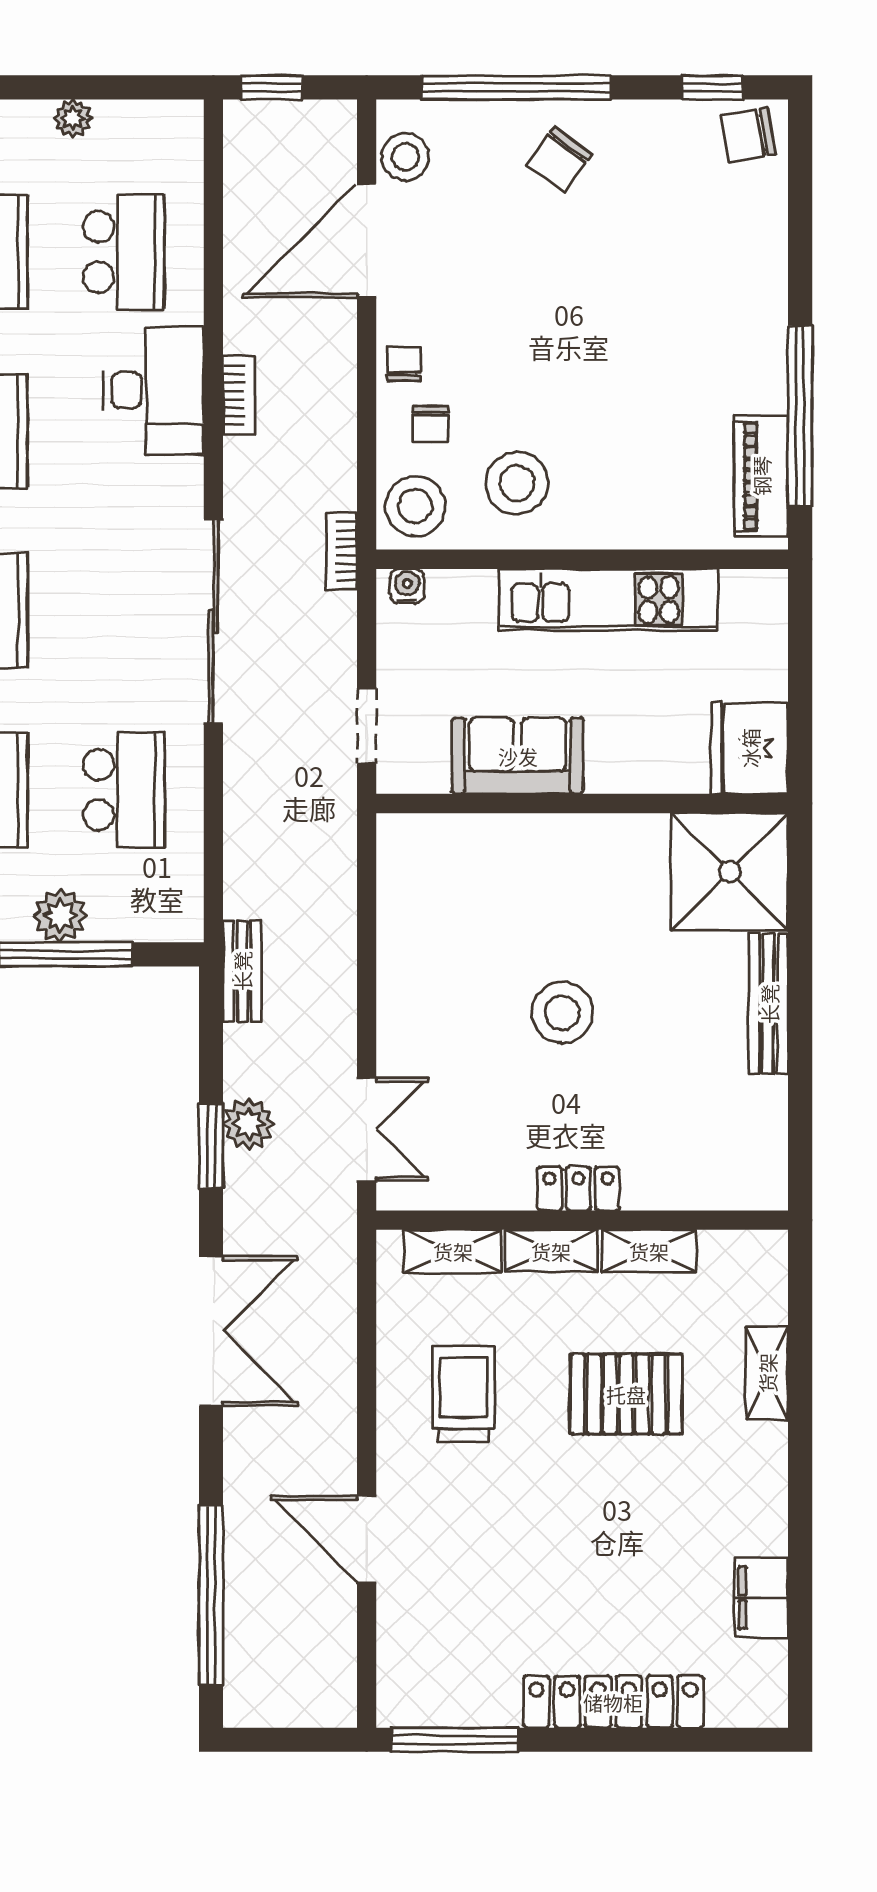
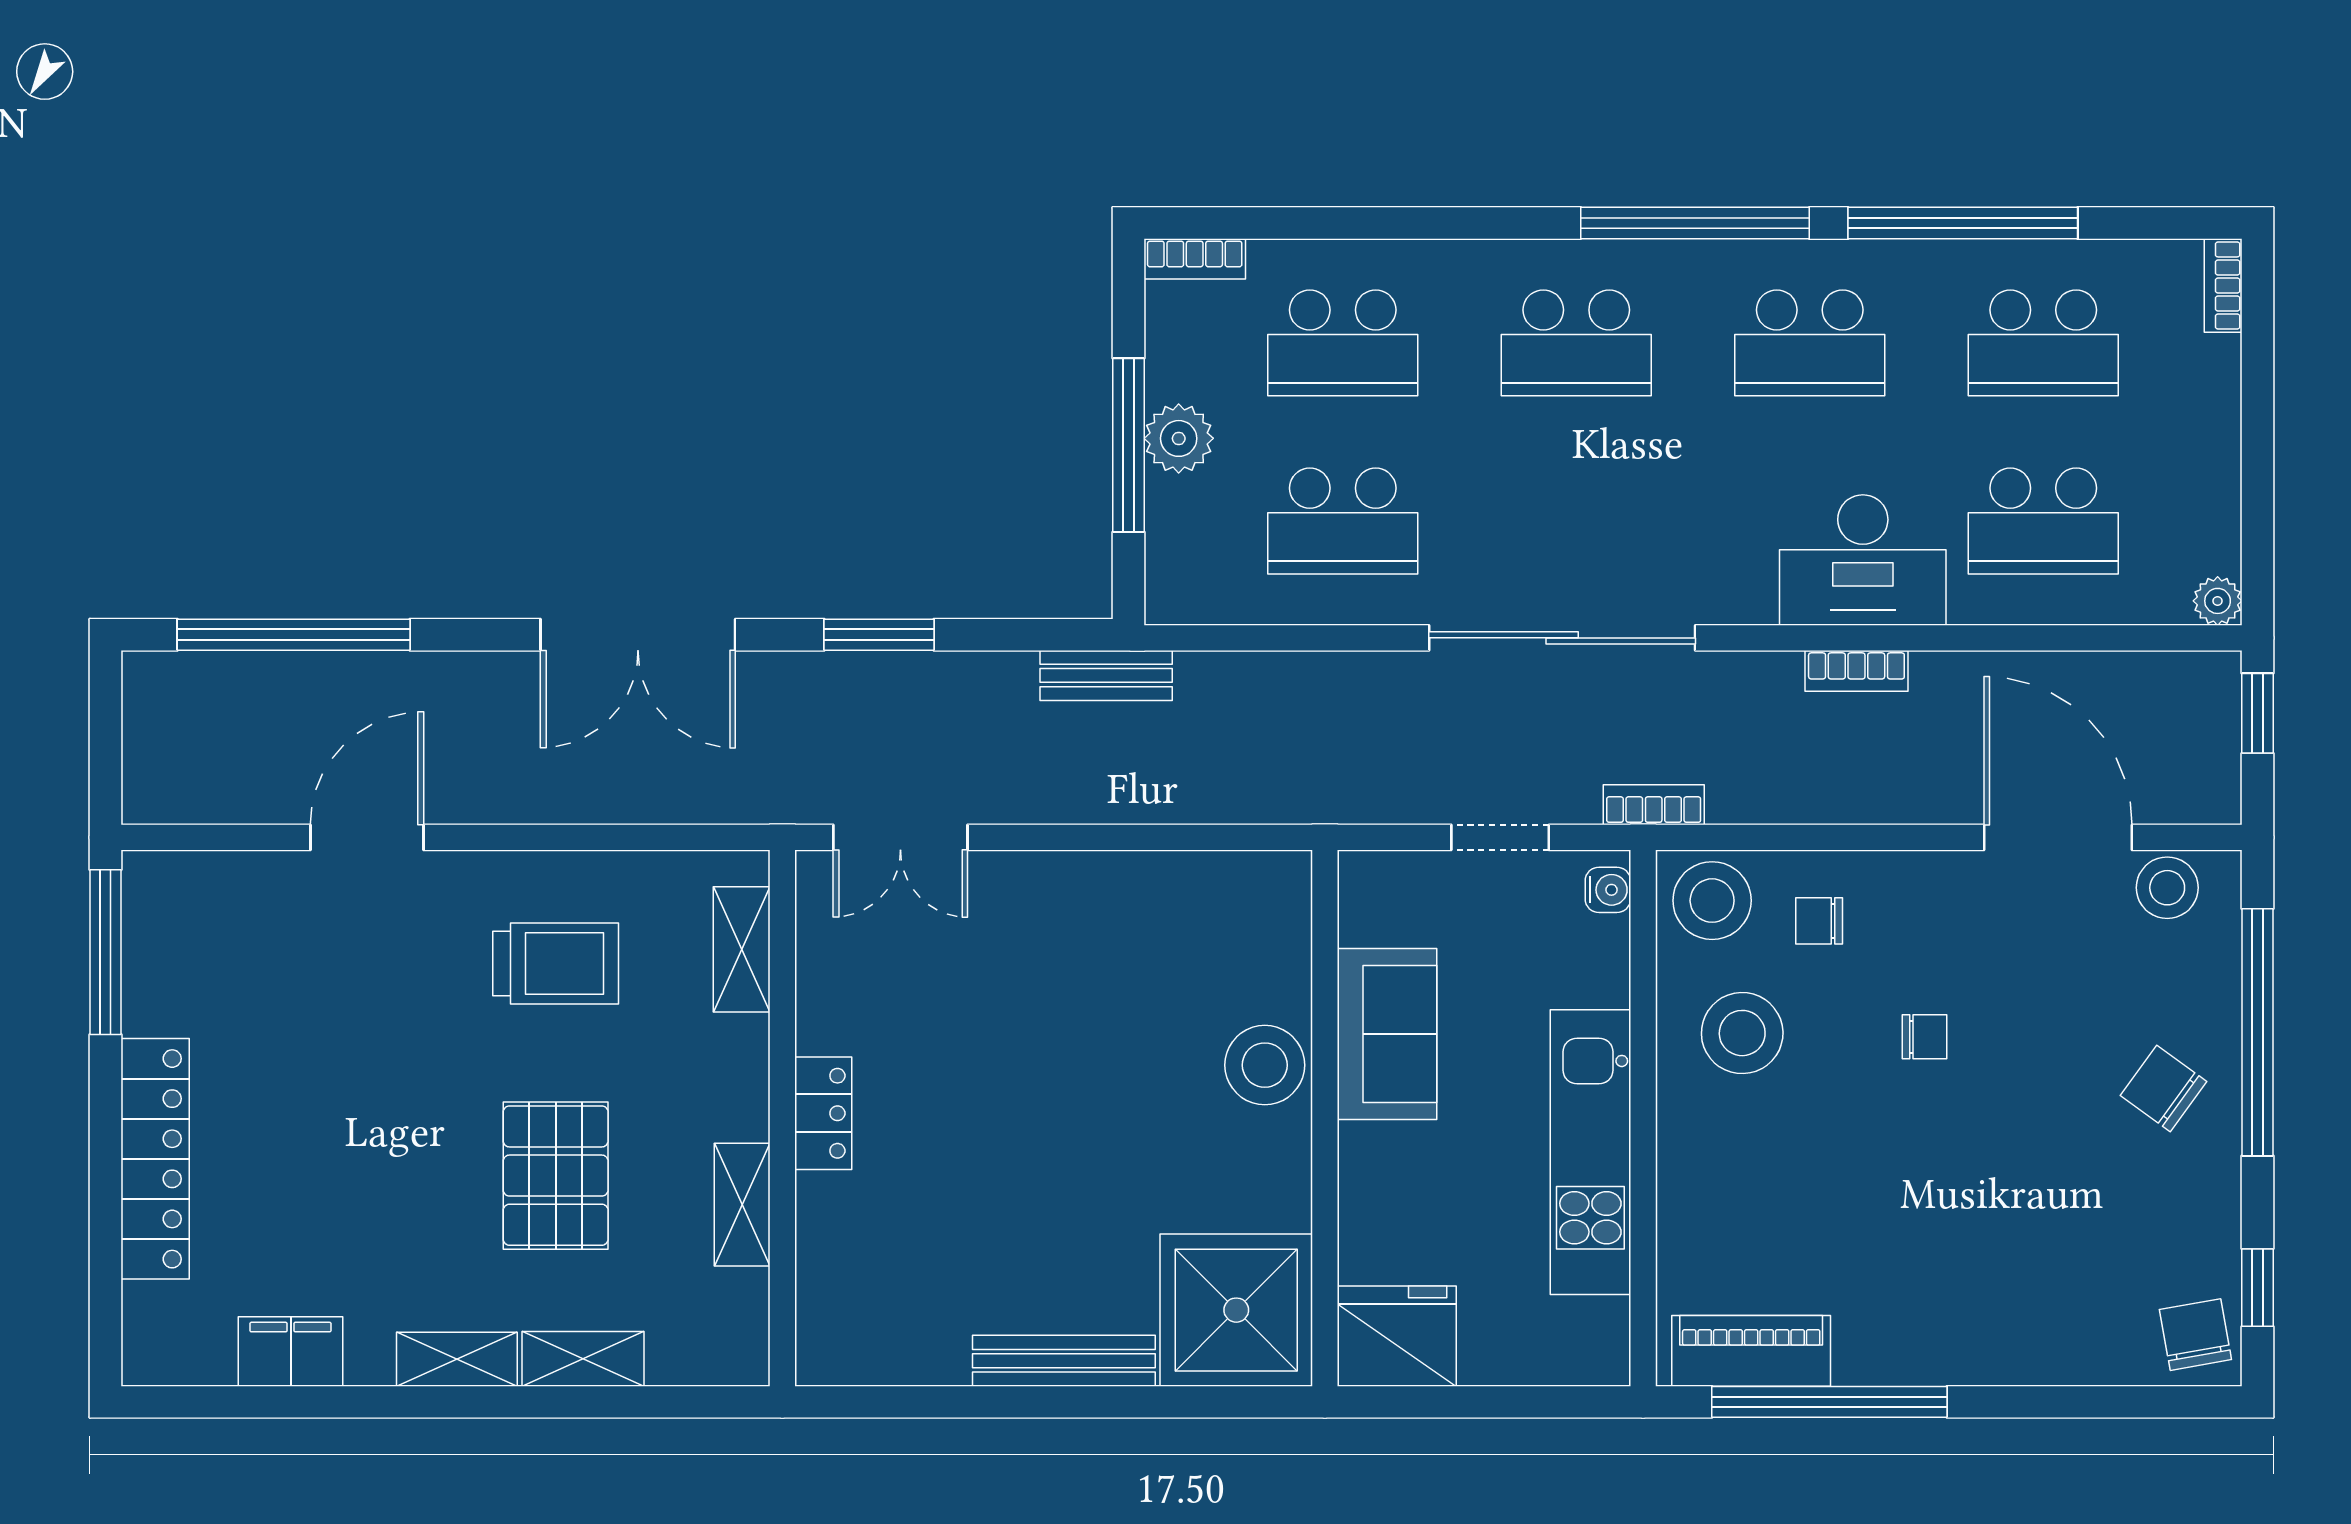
plant: (73, 118) -> (2218, 601), moved
chair: (404, 364) -> (1925, 1037), moved
doorway: (367, 726) -> (1500, 837), moved
stool: (562, 1013) -> (1265, 1065), moved
plant: (249, 1124) -> (907, 684), removed
shelving: (551, 1251) -> (457, 1359), moved, turned 90

